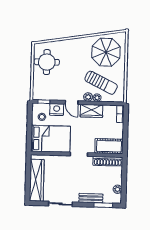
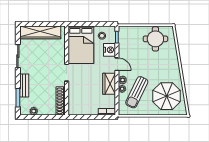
door: (72, 102) -> (117, 64), swing flipped
cot: (109, 146) -> (75, 102), removed

